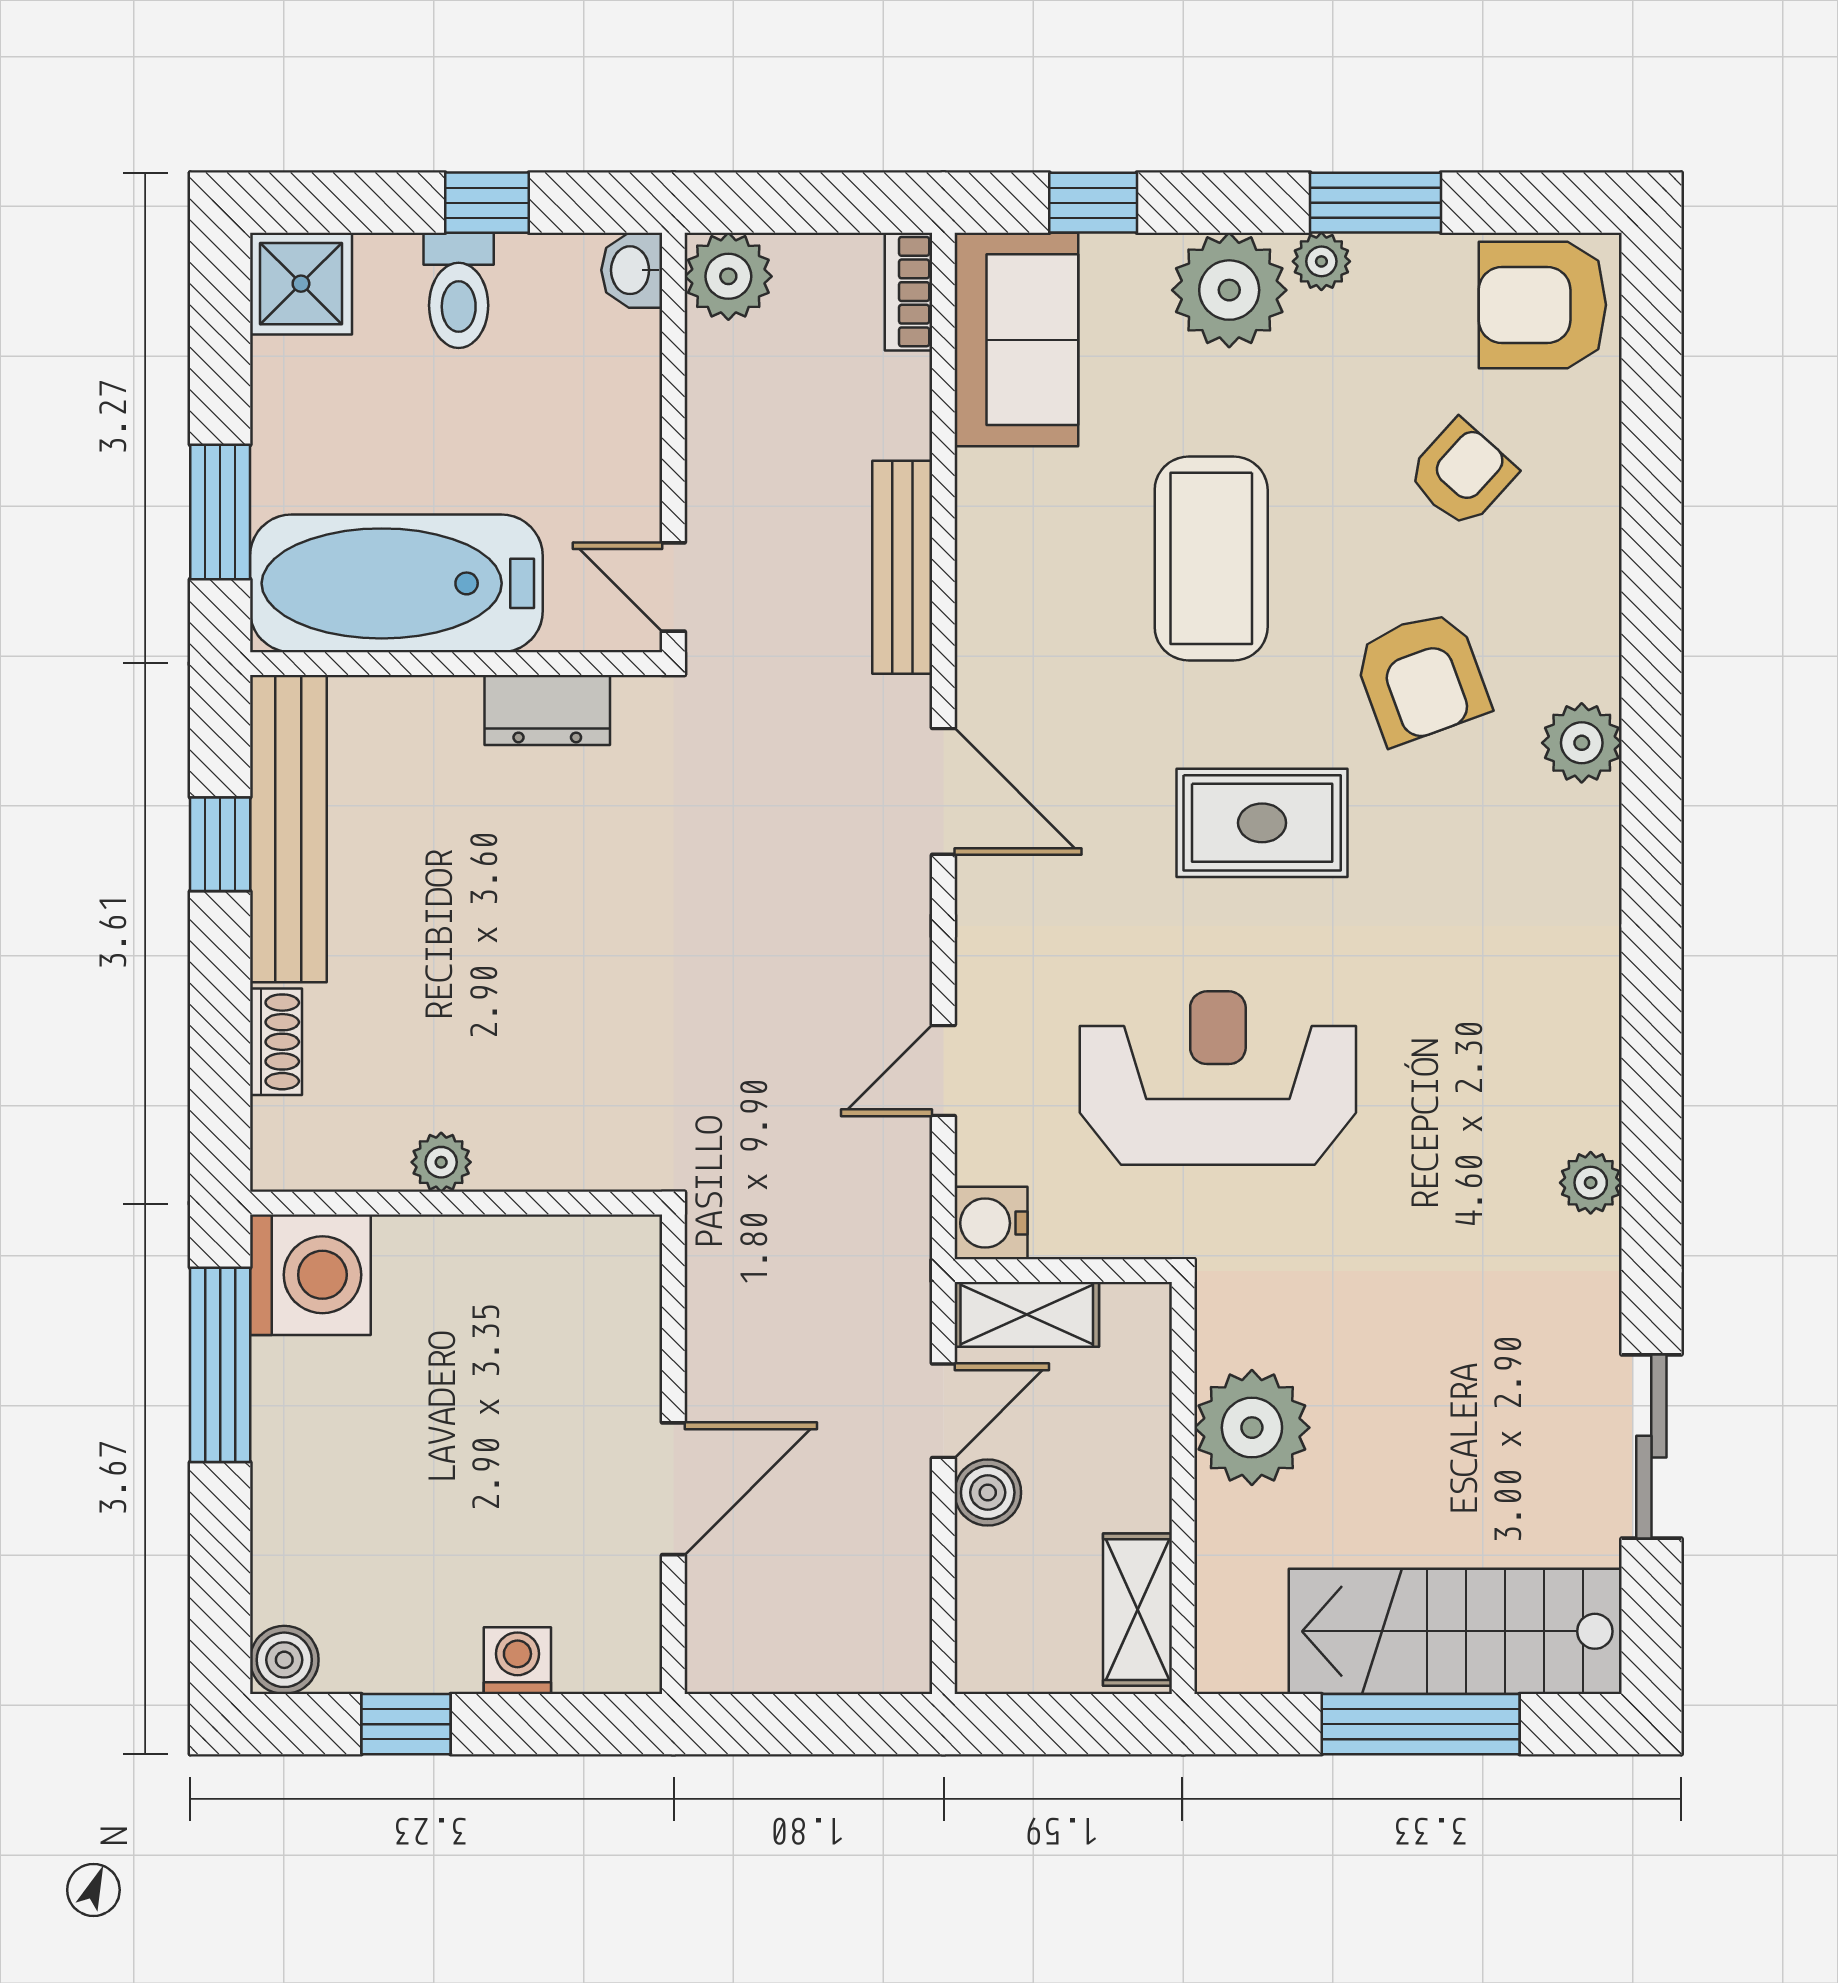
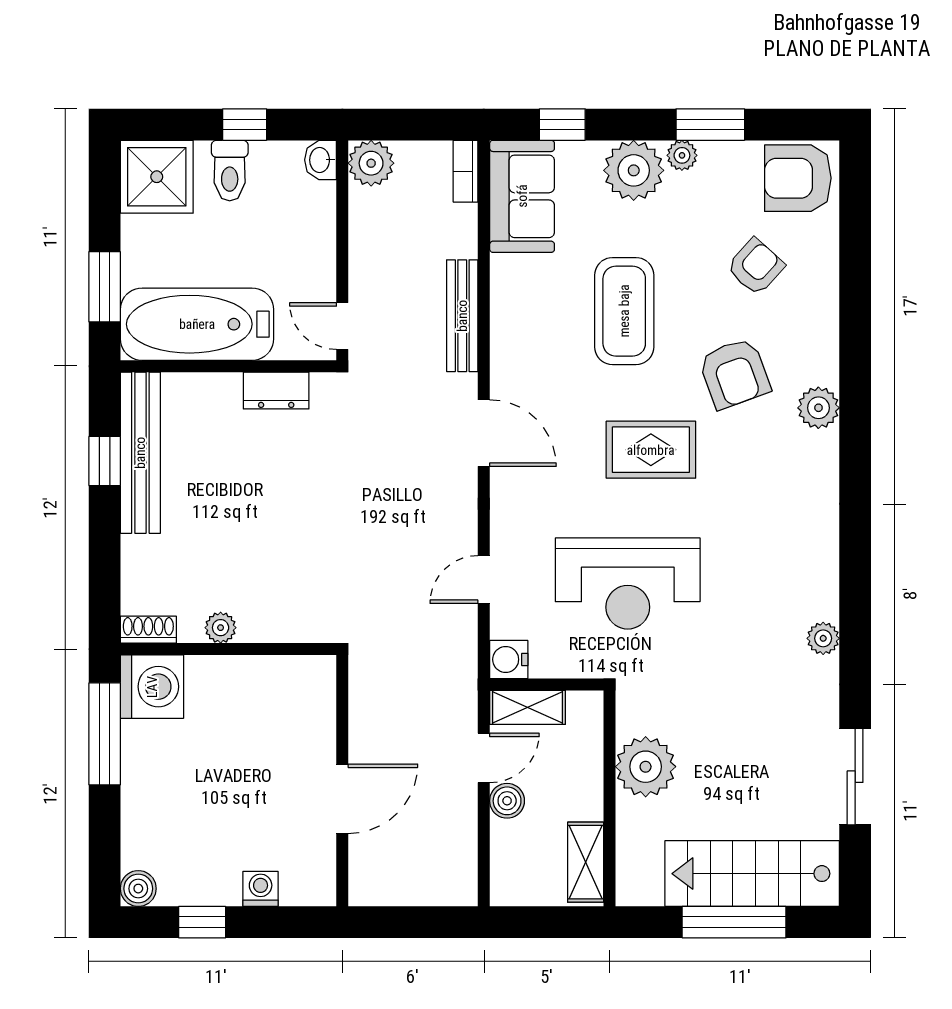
shower: (301, 284) -> (157, 177), width x1.36, depth x1.36
shoe rack: (276, 1042) -> (148, 630), moved, turned -90
reception desk: (1218, 1078) -> (628, 584), turned 180

